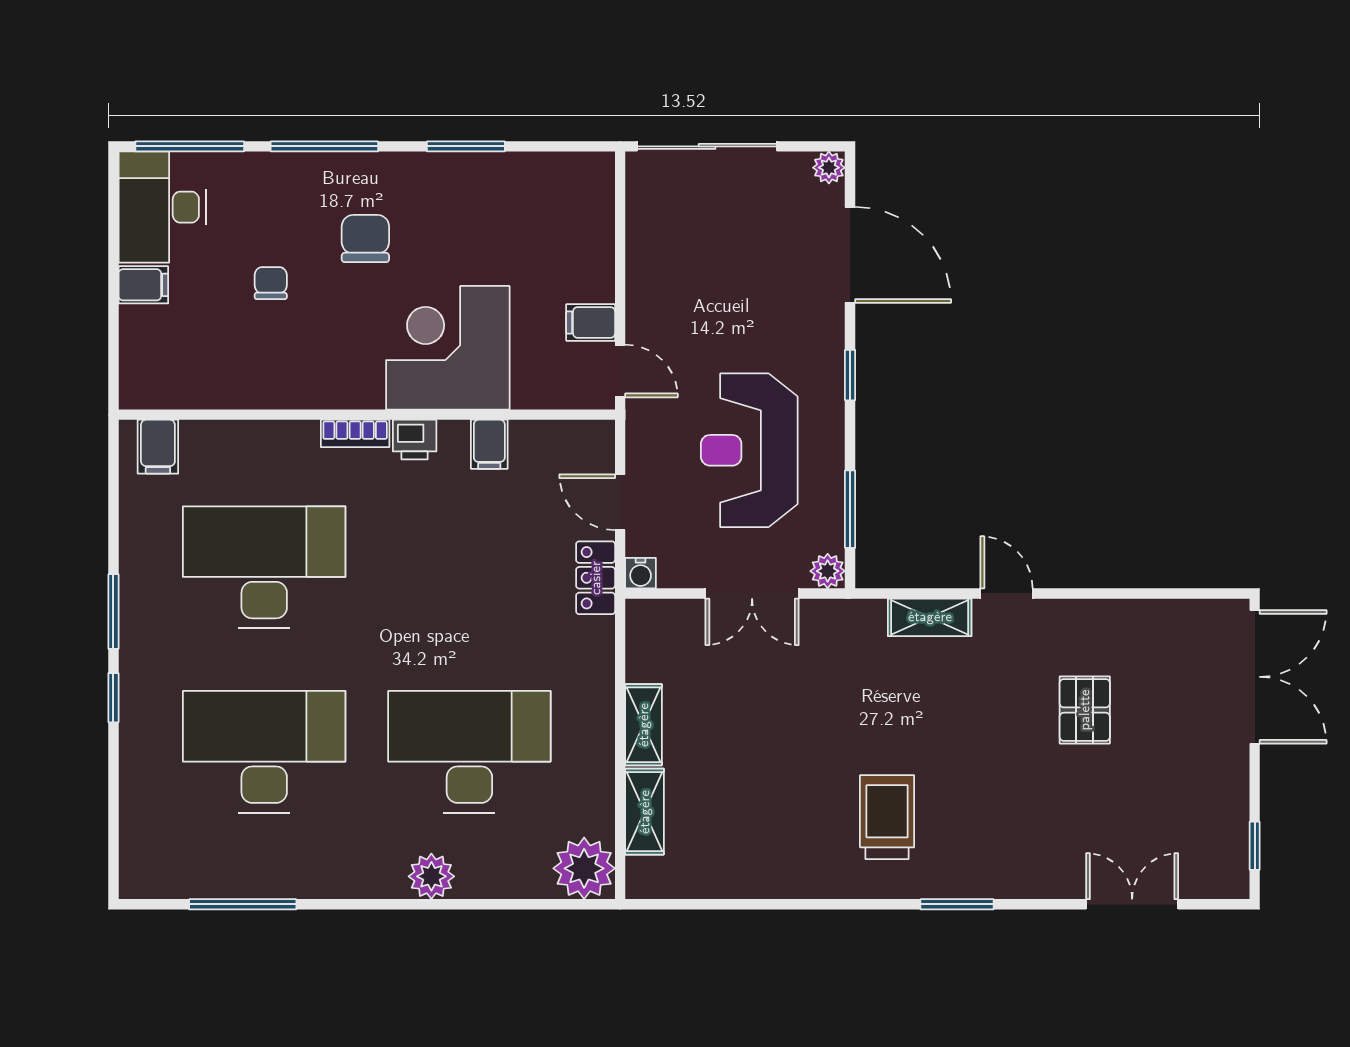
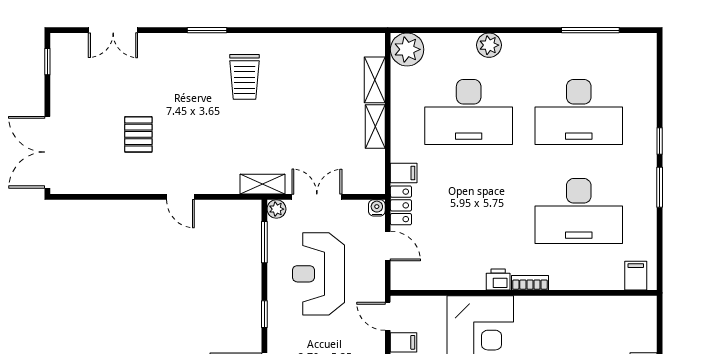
filing cabinet: (489, 444) -> (404, 173), moved, turned 90
reception desk: (749, 450) -> (318, 274), turned 180
shelving: (930, 617) -> (263, 184), moved

